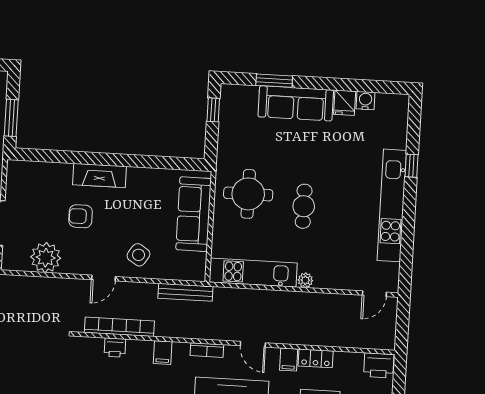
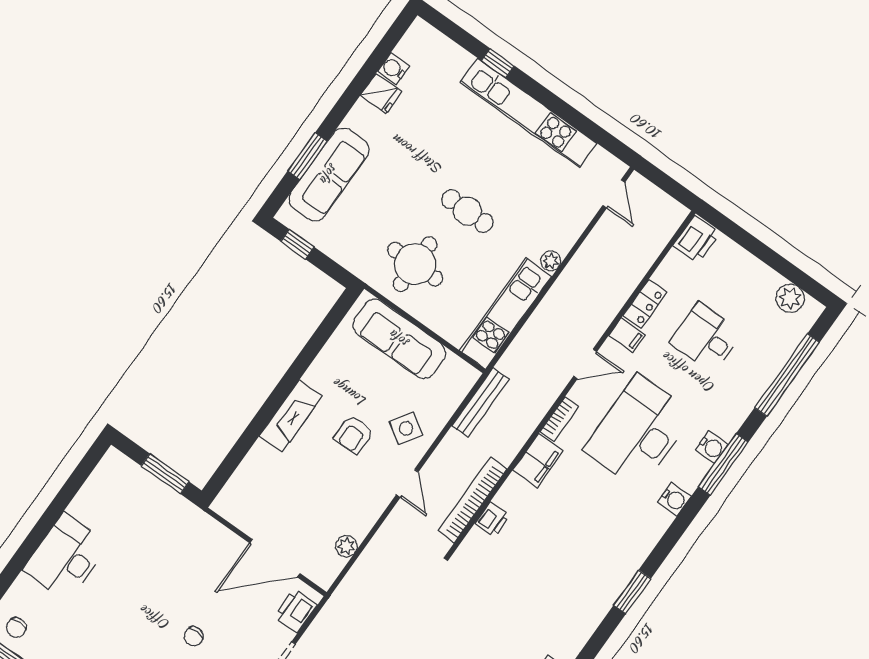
sofa: (296, 103) -> (329, 174), moved
armchair: (81, 216) -> (354, 435), moved
plant: (46, 258) -> (346, 546), width x0.53, depth x0.53
filing cabinet: (163, 353) -> (538, 461), width x2.00

